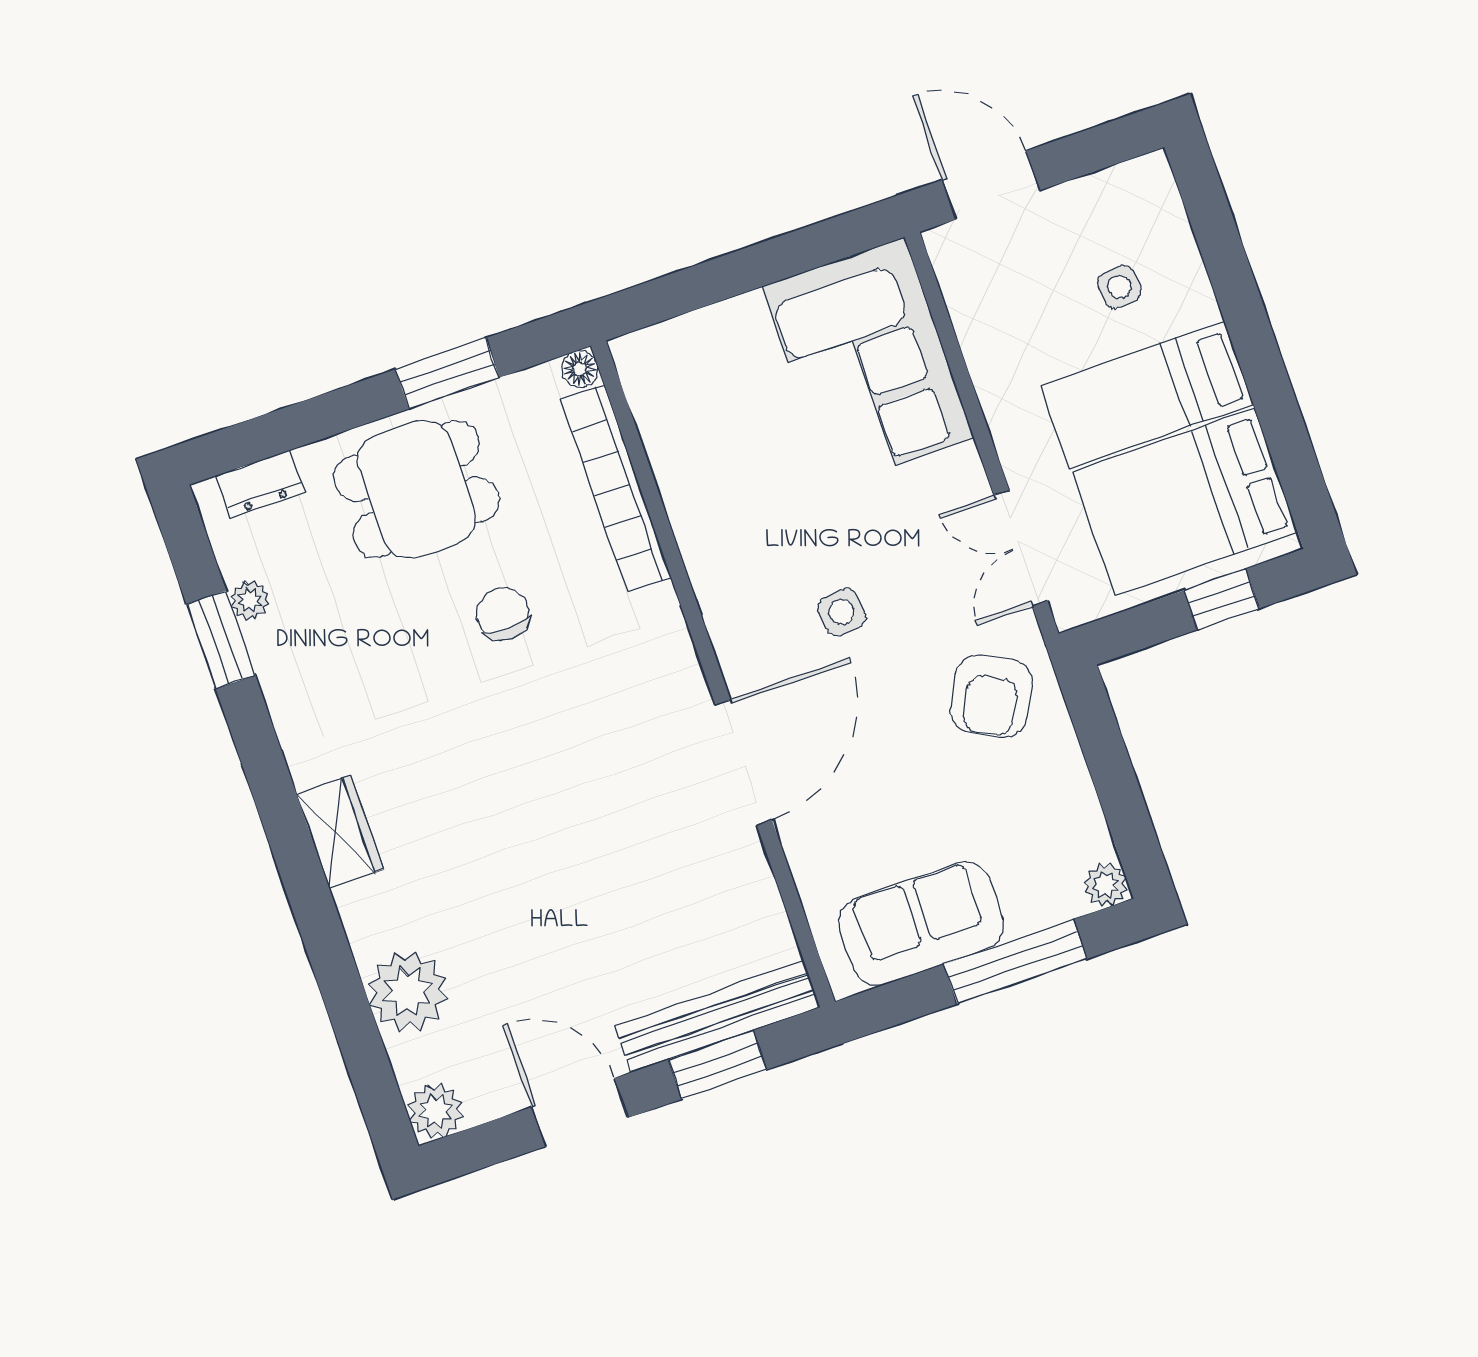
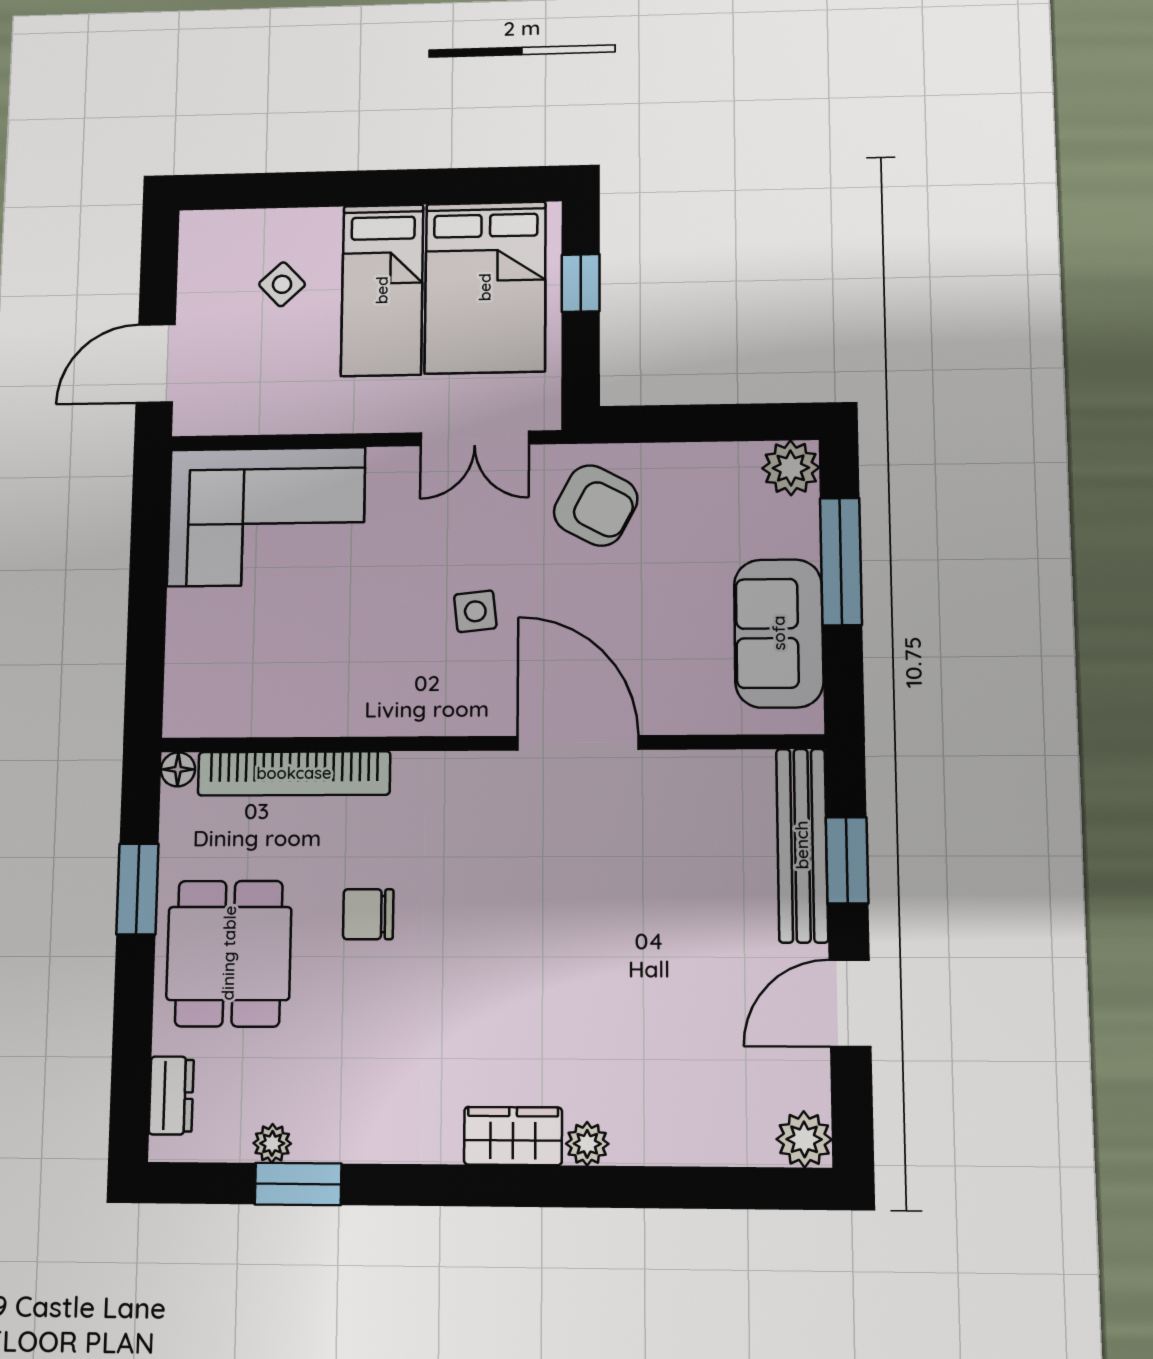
side table: (1119, 287) -> (282, 284), turned -36
plant: (1106, 885) -> (791, 468), width x1.38, depth x1.38
plant: (408, 992) -> (587, 1144), moved, width x0.53, depth x0.53

